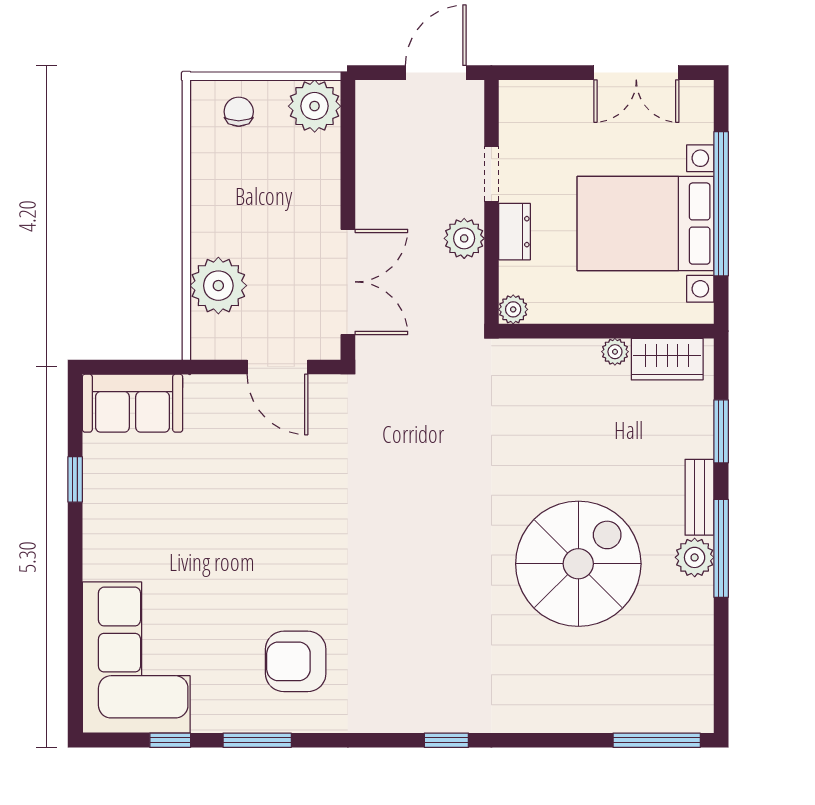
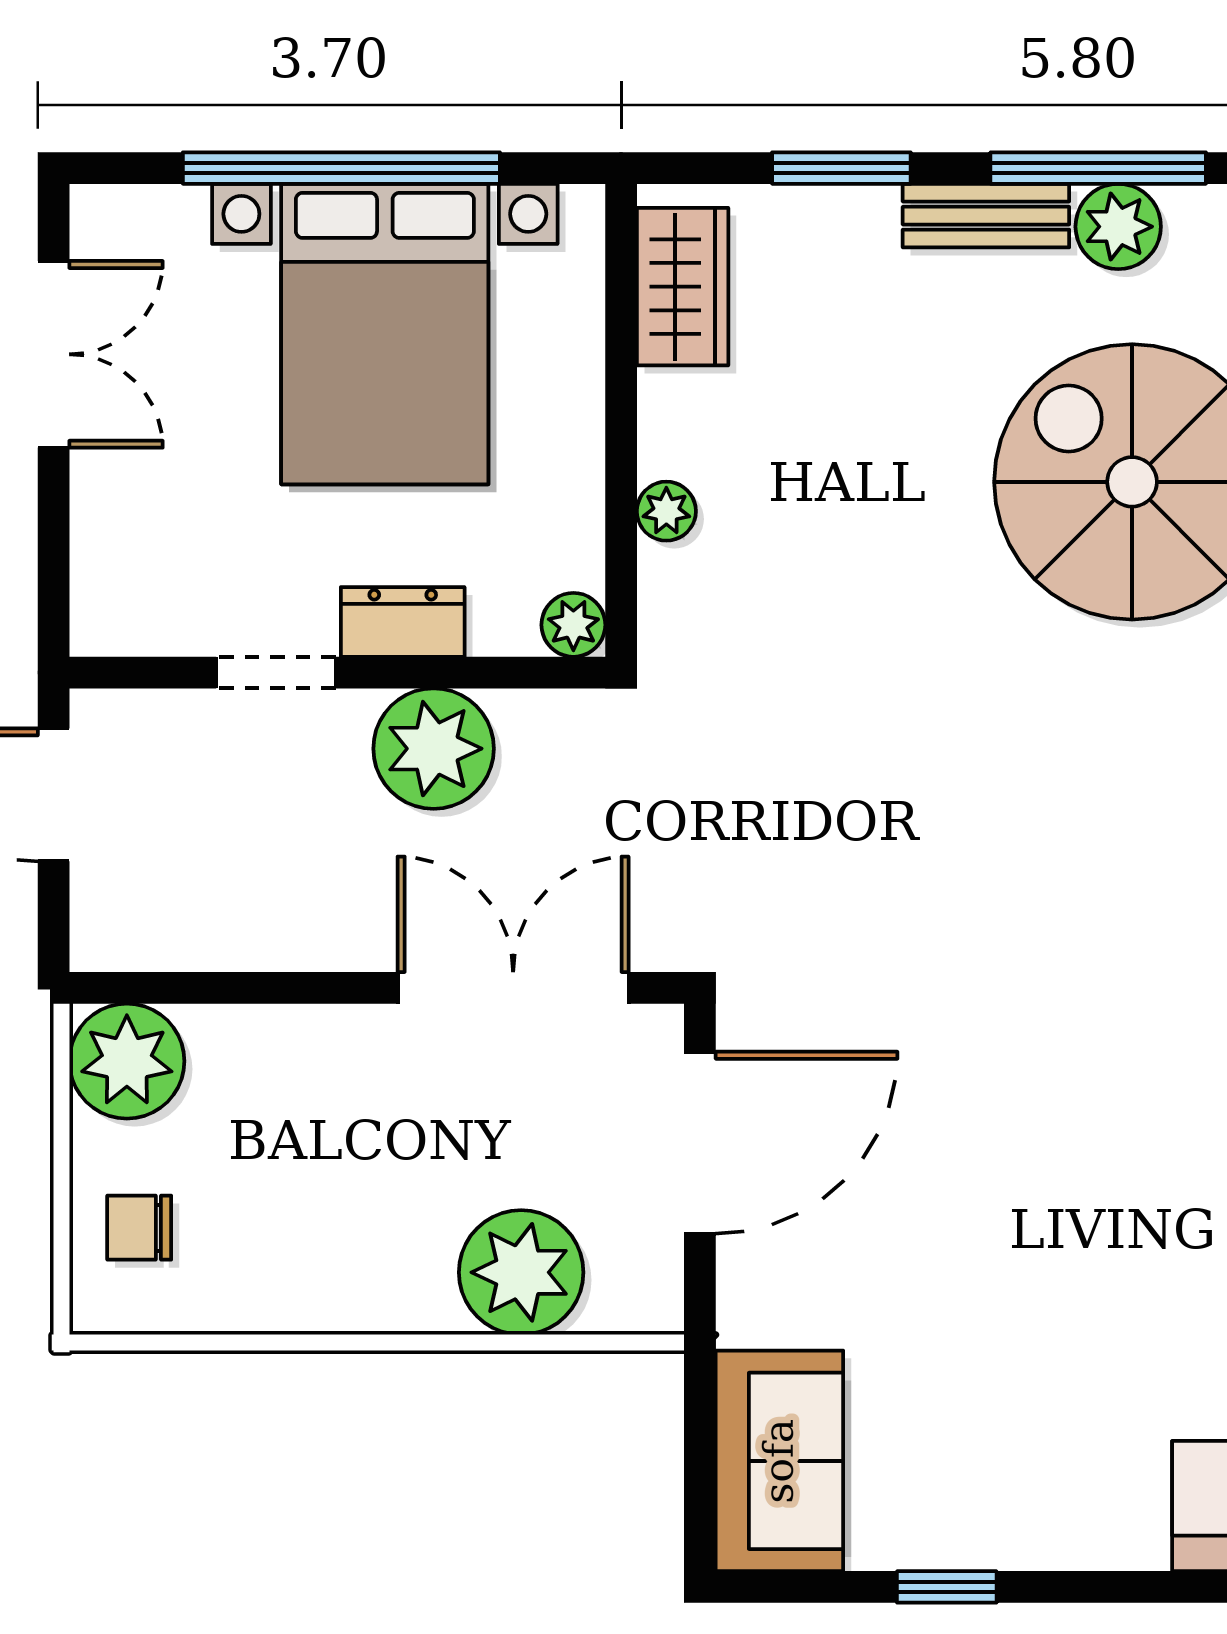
plant: (464, 238) -> (434, 749), width x1.36, depth x1.36
plant: (615, 352) -> (666, 511), moved
door: (277, 367) -> (700, 1143), width x1.36

